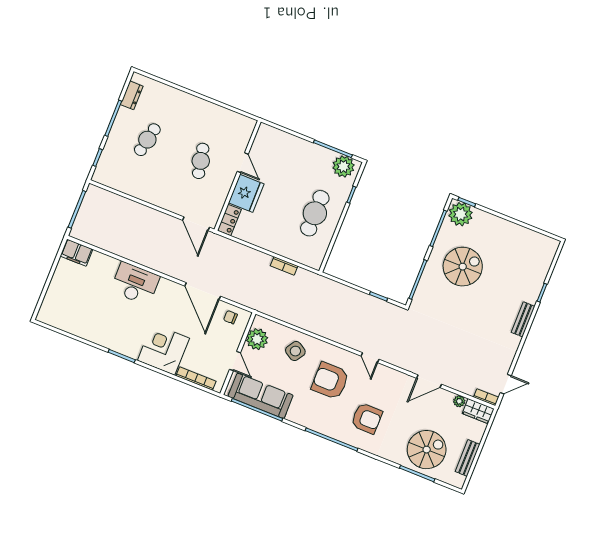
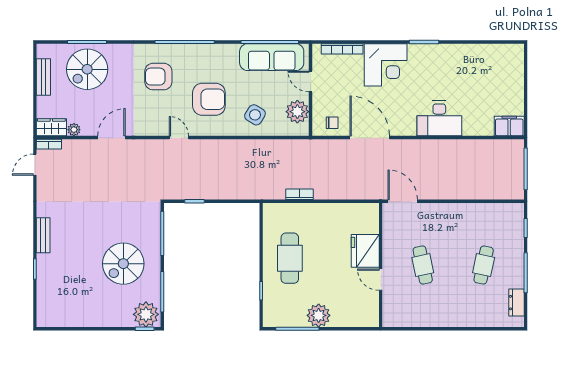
plant: (343, 166) -> (319, 315), moved
locker: (229, 220) -> (371, 218), removed

